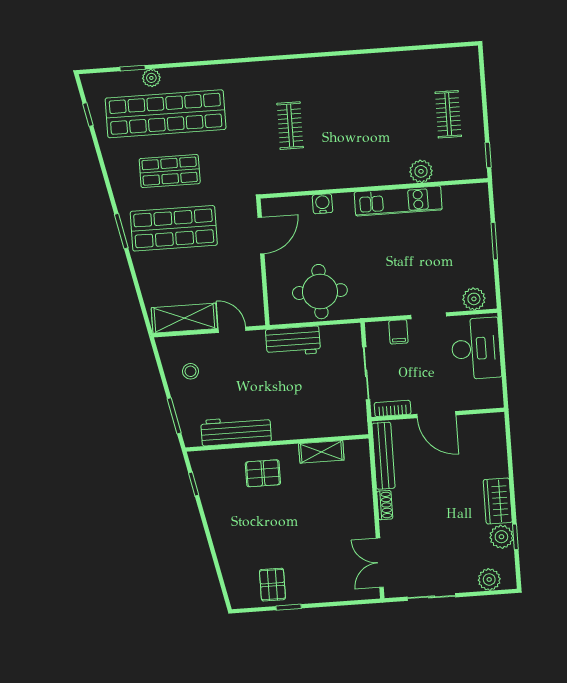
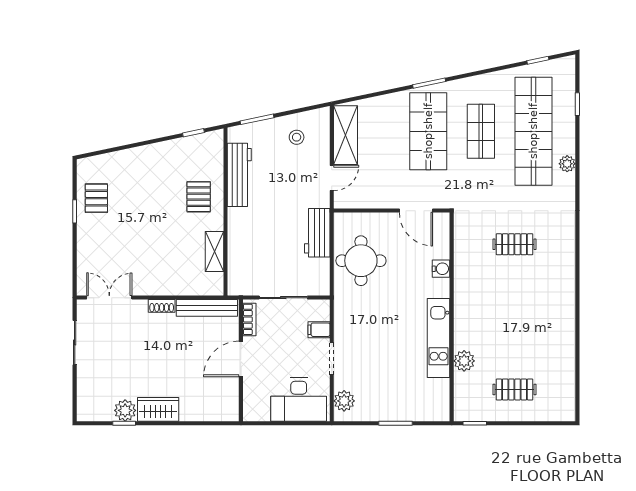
plant: (151, 78) -> (567, 164), moved
plant: (489, 579) -> (87, 396), removed
pallet: (272, 585) -> (96, 198), turned 90

